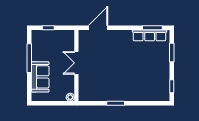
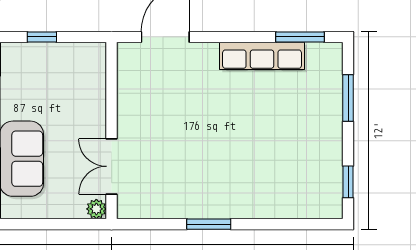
row of seats: (150, 35) -> (262, 56), moved
double door: (76, 63) -> (112, 166), moved

